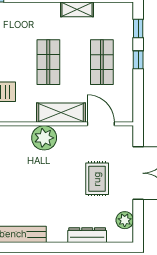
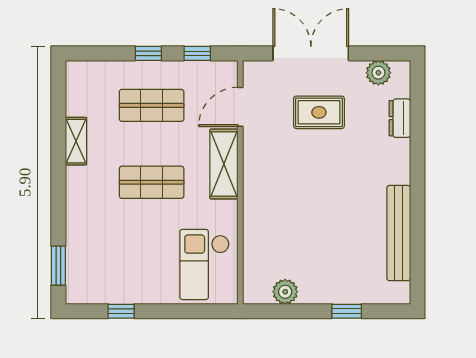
window: (138, 28) -> (197, 53), moved
plant: (44, 138) -> (260, 188), removed
dresser: (87, 235) -> (400, 118), width x0.70

